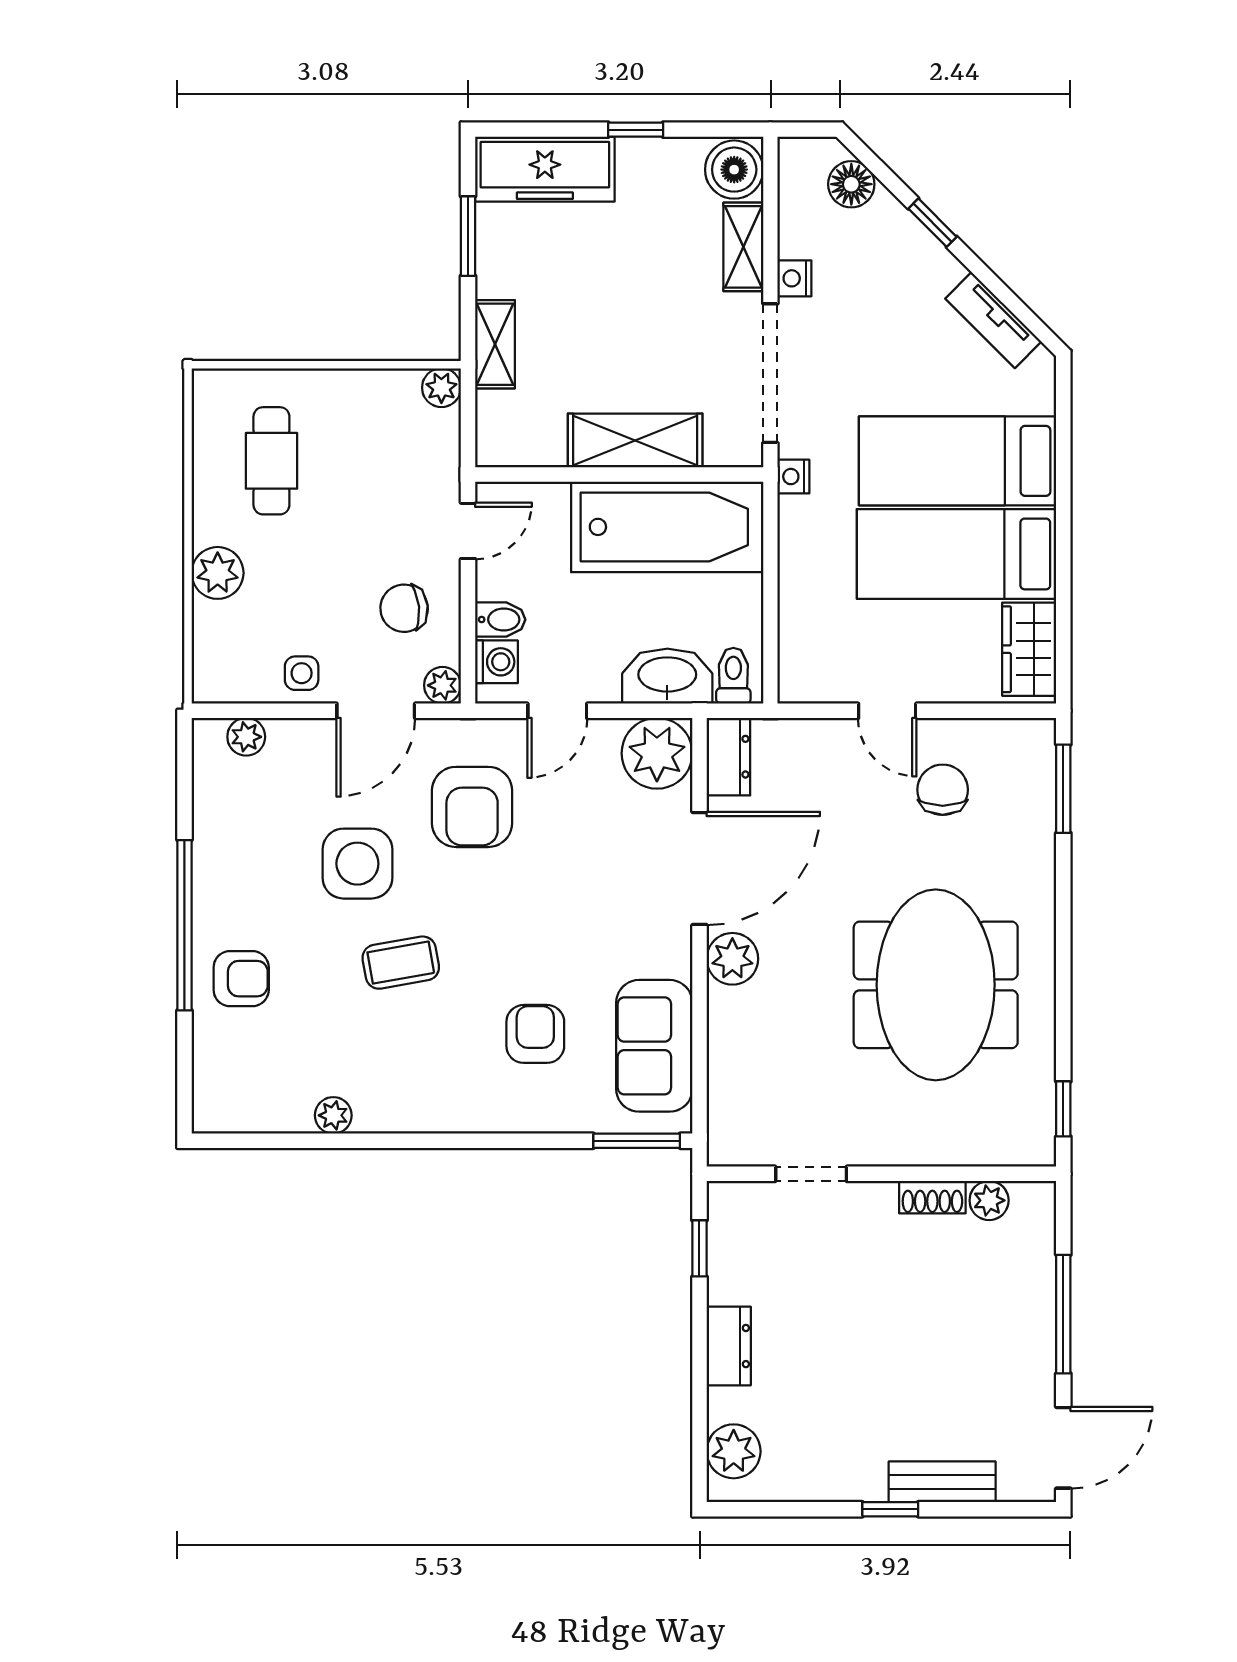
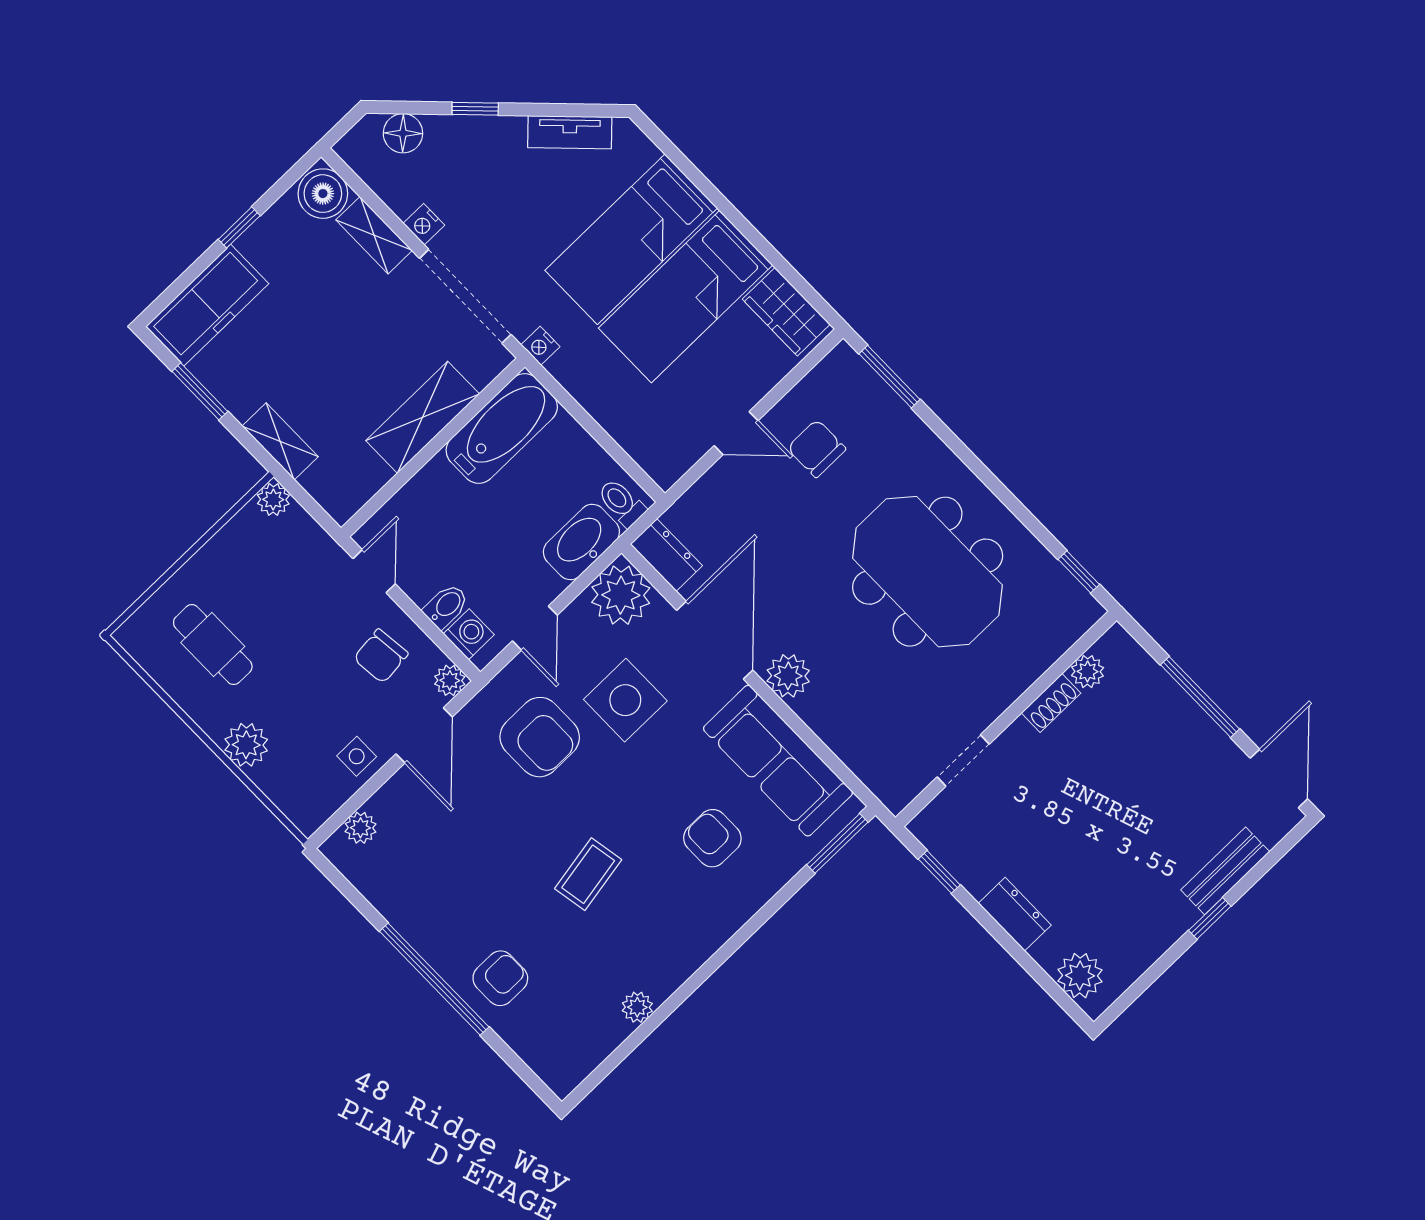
bathtub: (667, 527) -> (502, 429), width x0.73, depth x0.73
side table: (357, 864) -> (625, 700), moved
sofa: (654, 1046) -> (778, 761), width x1.36

